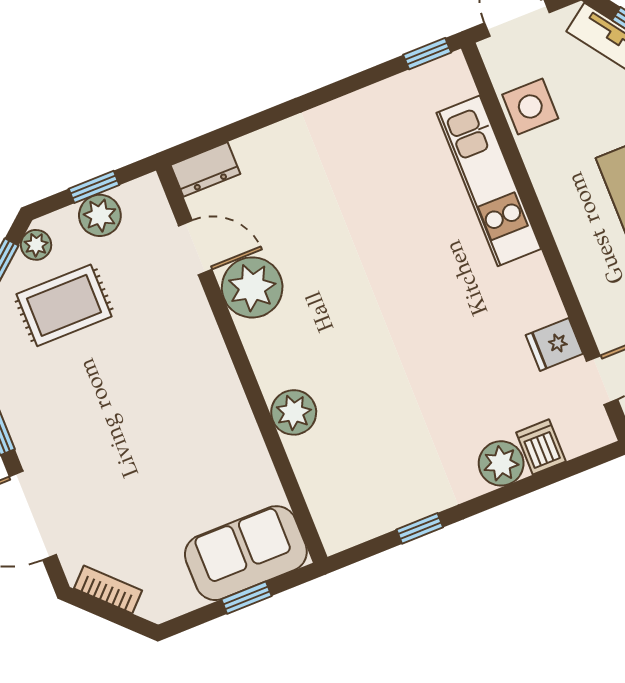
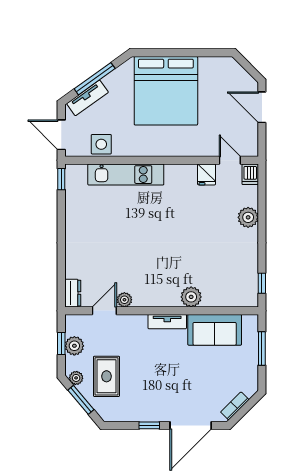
plant: (252, 287) -> (124, 300), width x0.53, depth x0.53
tv unit: (224, 384) -> (167, 322), added
dishwasher: (541, 447) -> (250, 174), moved, turned -90
window: (420, 528) -> (262, 283), moved
sofa: (246, 553) -> (215, 330), moved, turned -90
window: (247, 598) -> (262, 348), width x1.50

